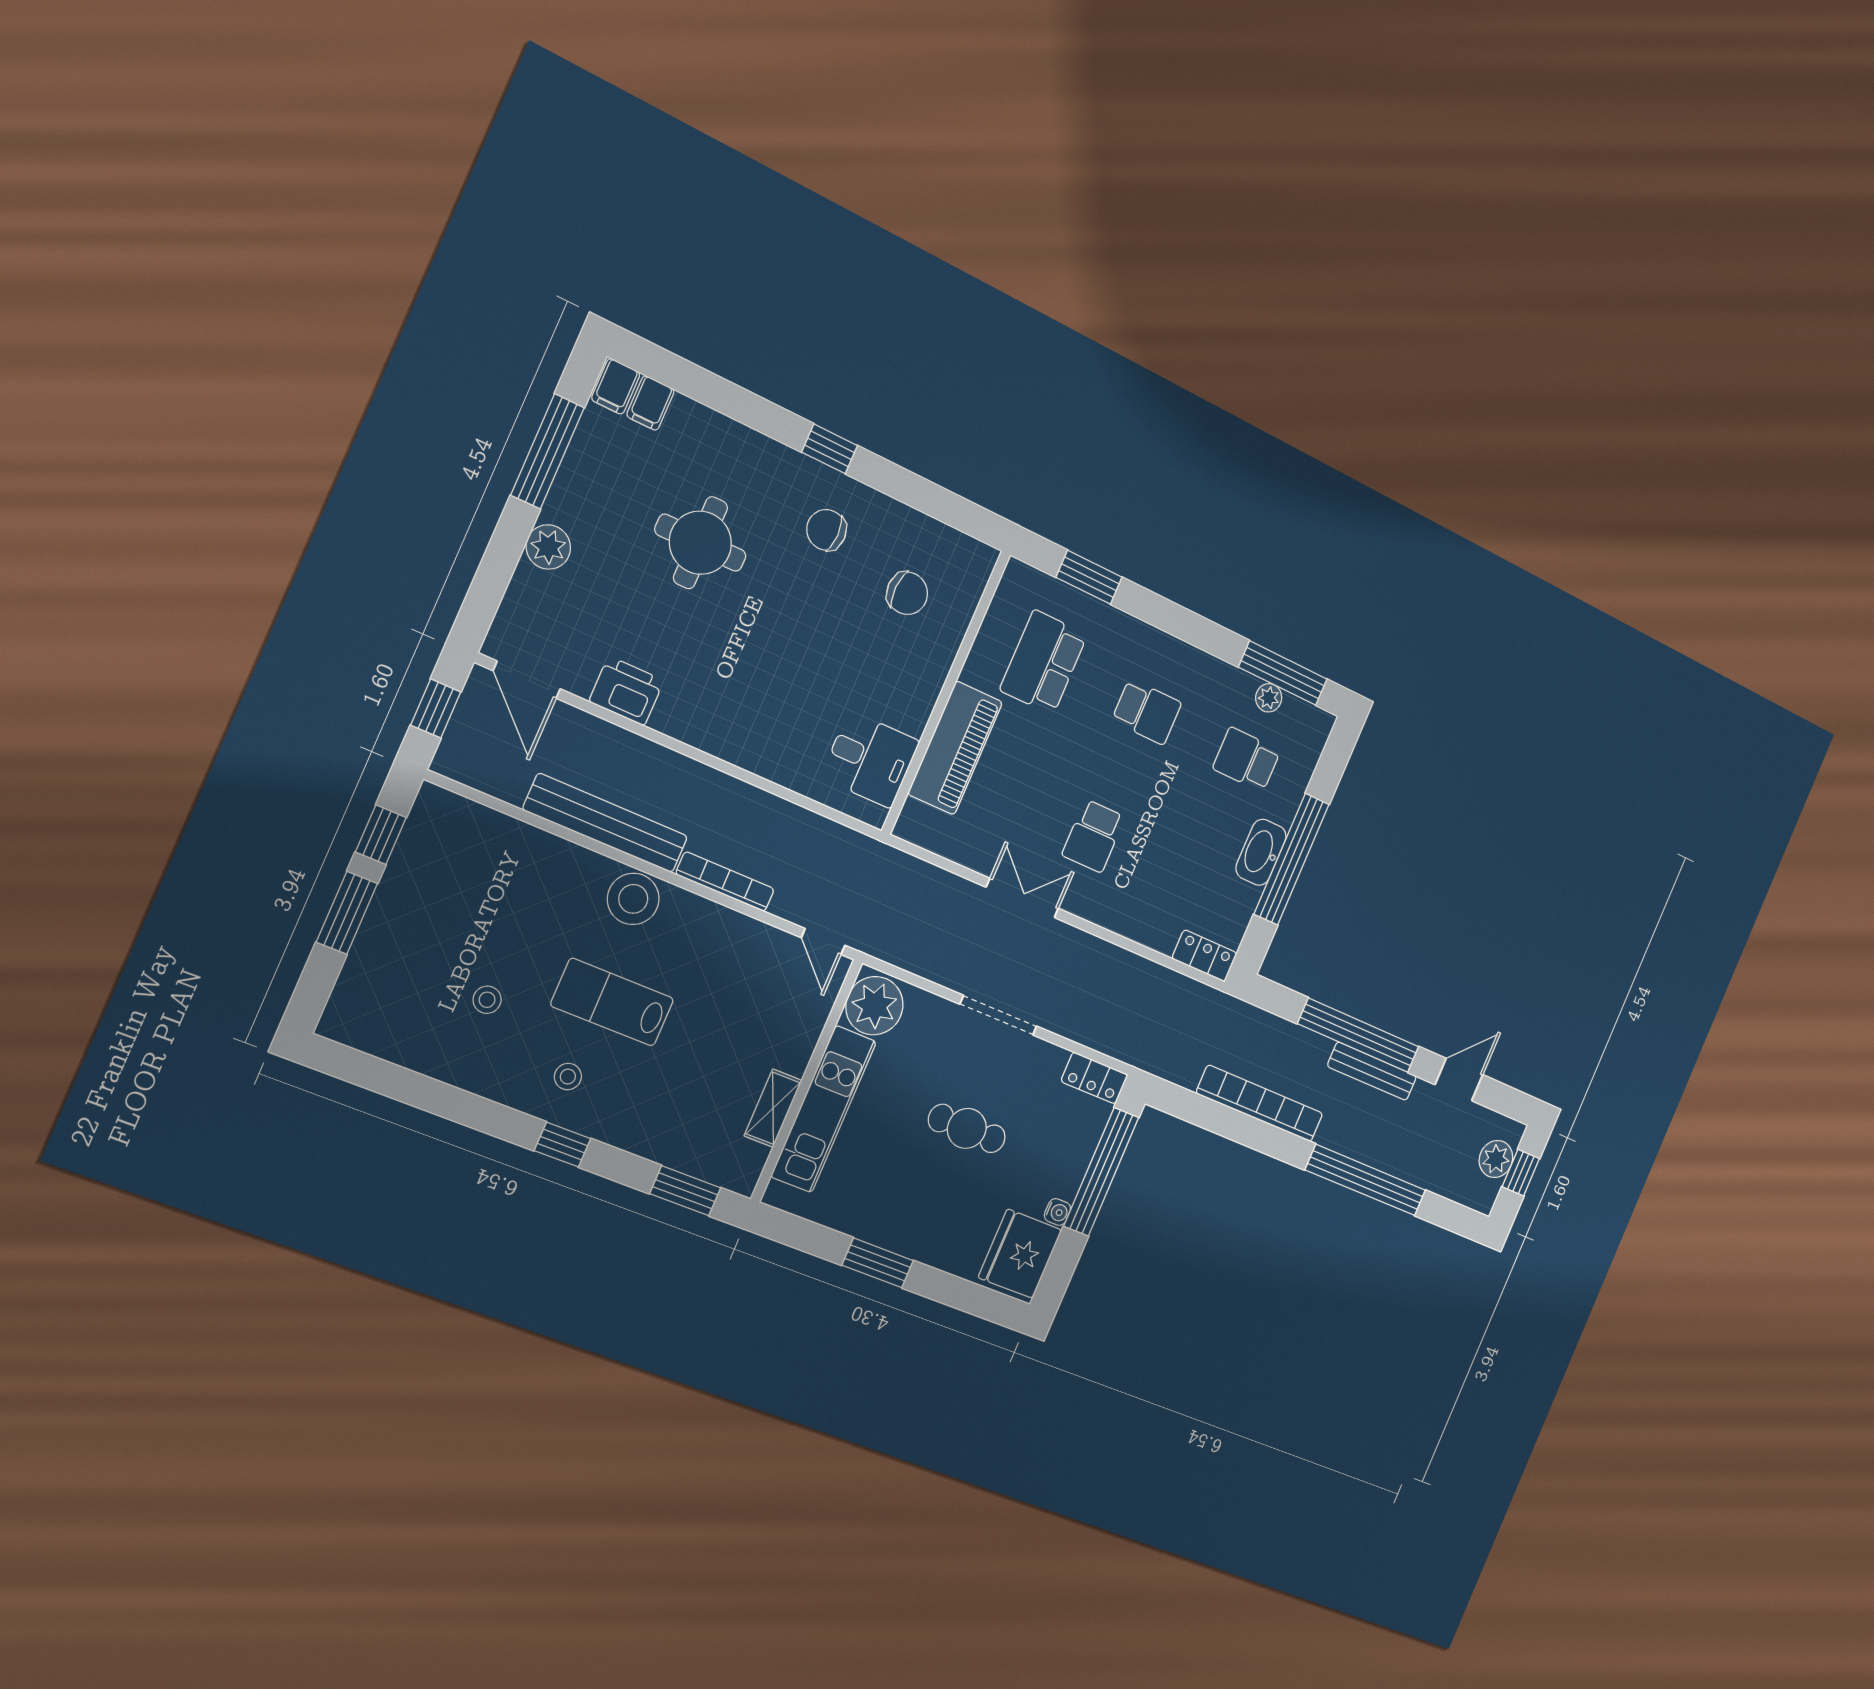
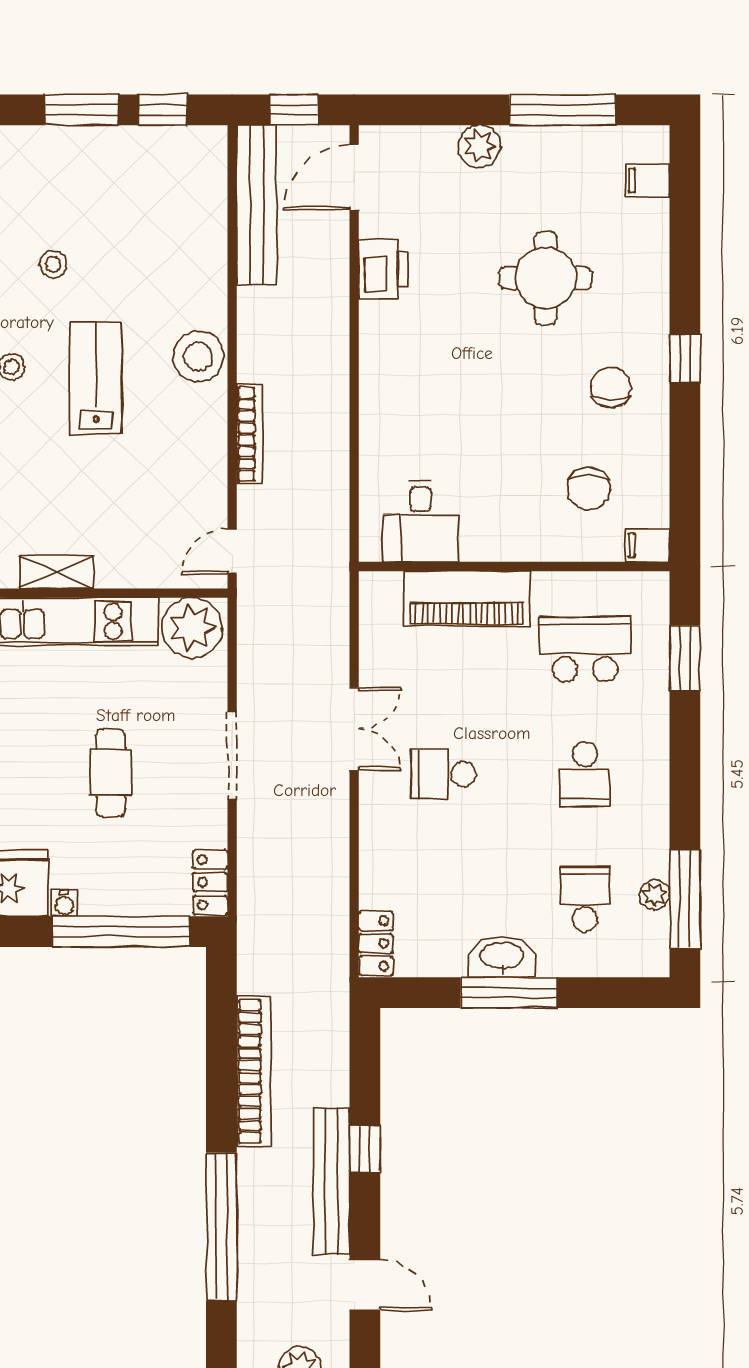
filing cabinet: (616, 386) -> (647, 545), moved
bench: (606, 823) -> (257, 205), moved
window: (1291, 859) -> (509, 993), width x0.68
window: (1359, 1035) -> (365, 1149), width x0.32
bench: (1372, 1071) -> (331, 1181), width x1.37, depth x1.21

